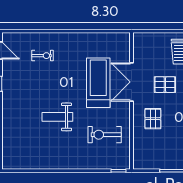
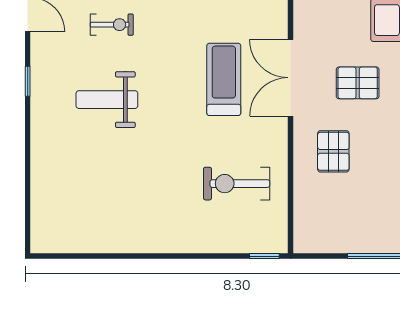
treadmill: (98, 83) -> (224, 79), width x0.73, depth x0.73
weight bench: (57, 117) -> (107, 100), moved

